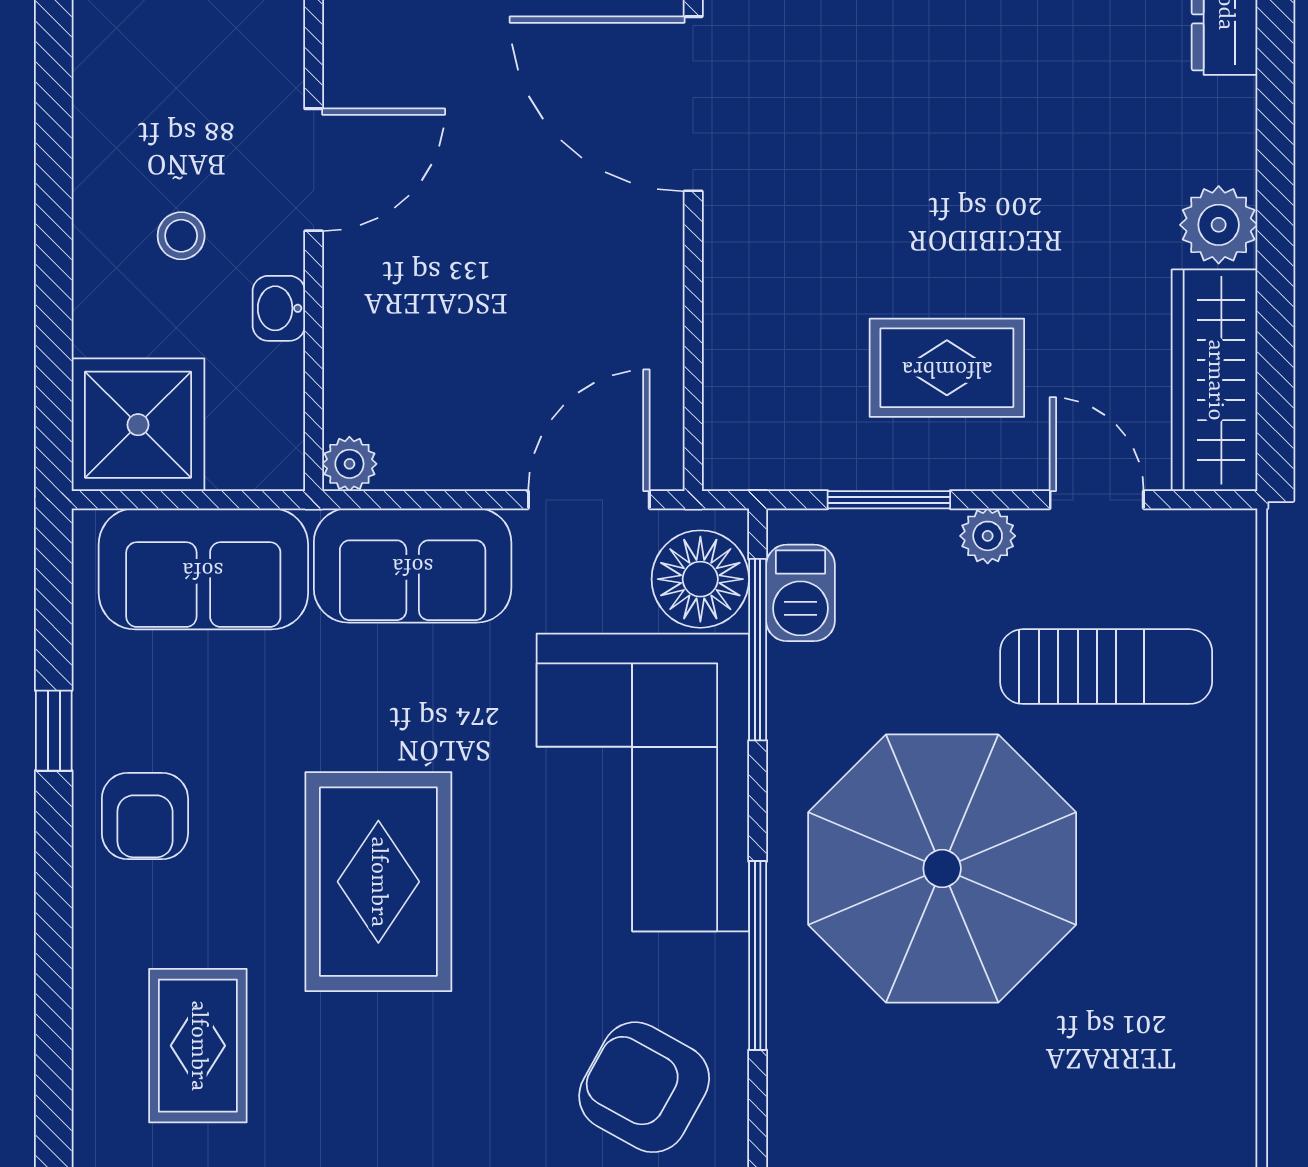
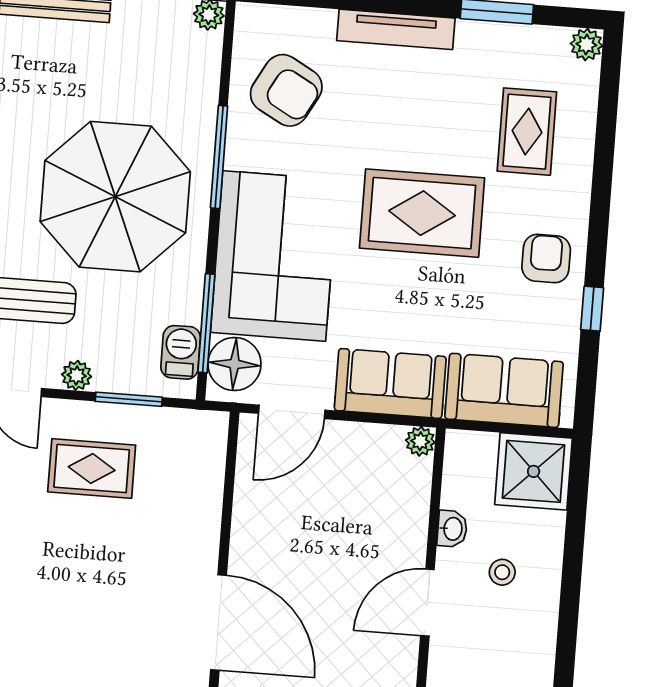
rug: (378, 882) -> (422, 213), turned 90

